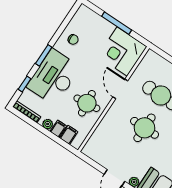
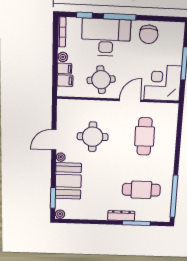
chair: (73, 39) -> (149, 34), width x1.87, depth x1.87
window: (44, 55) -> (120, 17), width x1.44
round table: (144, 128) -> (93, 137), moved

